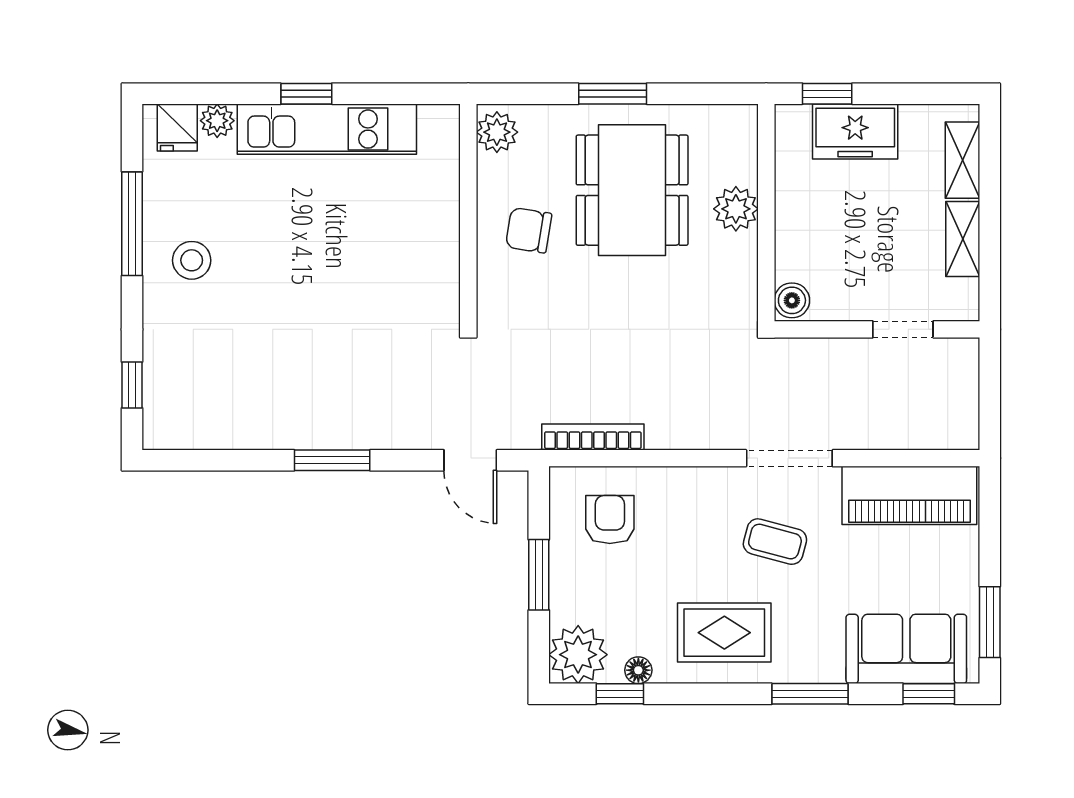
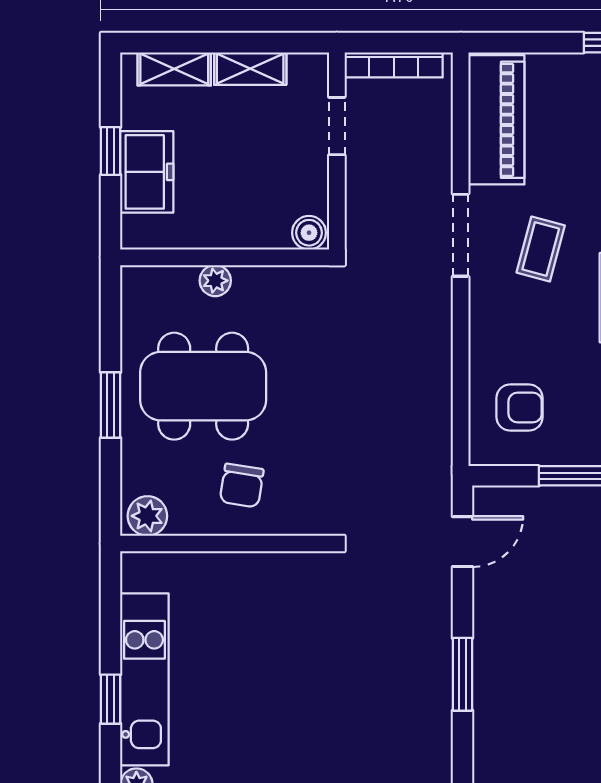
window: (827, 94) -> (111, 151), moved
plant: (736, 209) -> (215, 281), width x0.73, depth x0.73
bookcase: (593, 437) -> (394, 65), moved, turned -90
armchair: (610, 520) -> (520, 407), turned 180

